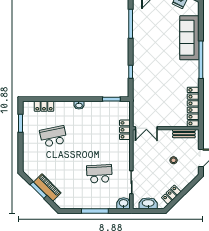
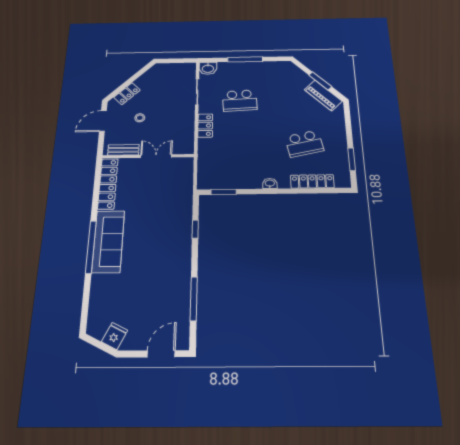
sofa: (189, 38) -> (108, 241), moved
locker: (44, 106) -> (312, 181), width x1.53
double door: (146, 128) -> (156, 156), moved
locker: (125, 130) -> (205, 126), moved
piano: (47, 187) -> (323, 95), moved
locker: (171, 195) -> (127, 94), moved
washbasin: (148, 203) -> (176, 69), removed

